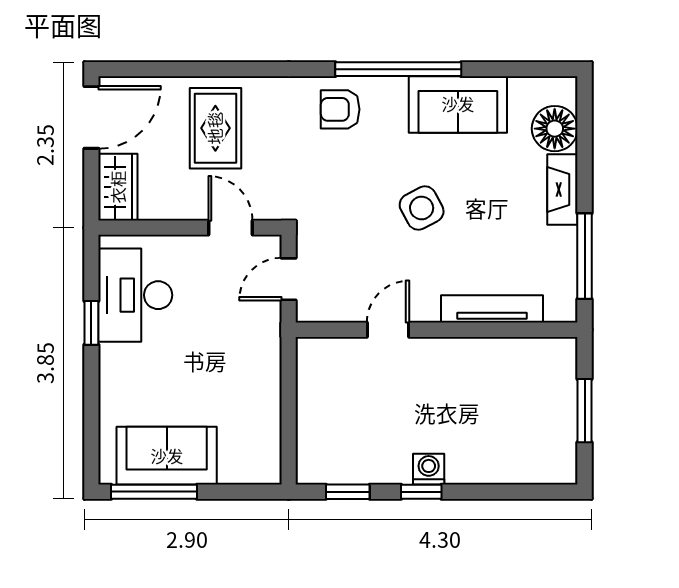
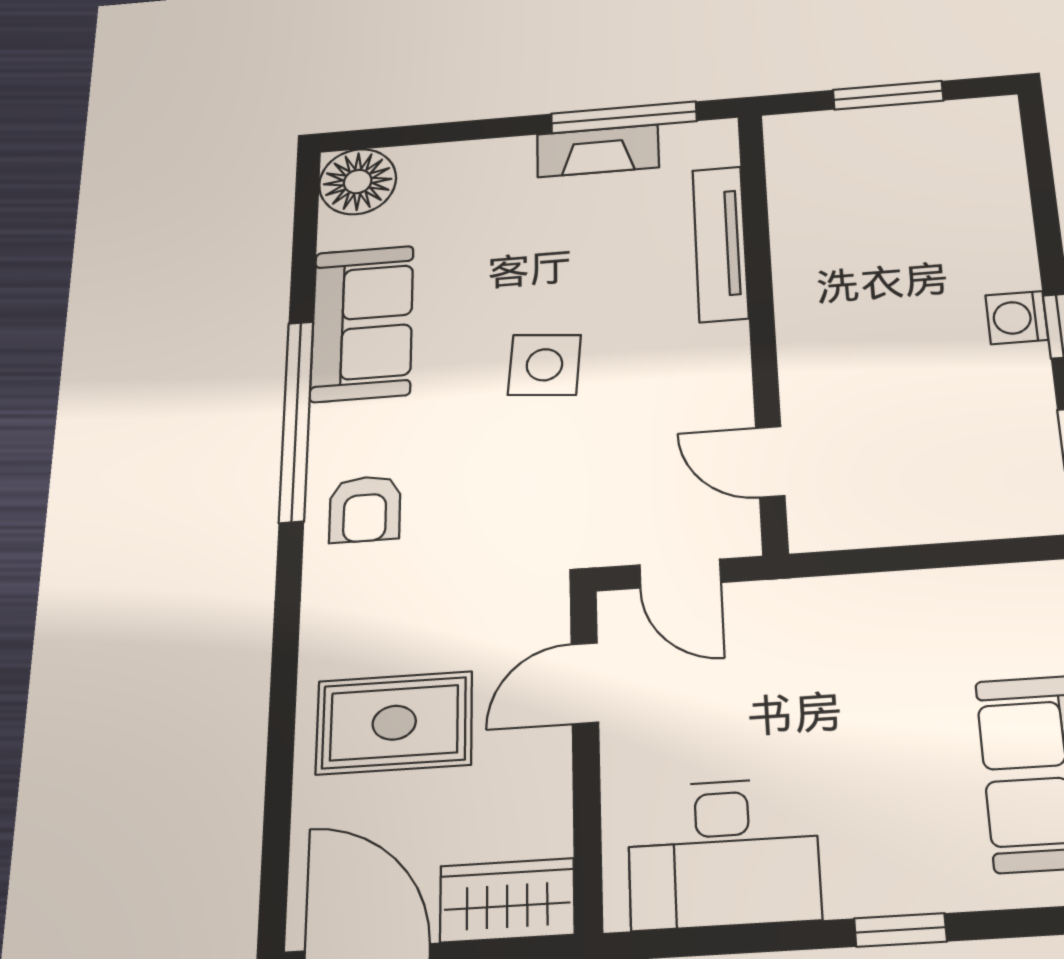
floor lamp: (555, 129) -> (358, 182), moved
fireplace: (562, 190) -> (598, 151), moved
side table: (422, 208) -> (544, 365), turned 33
window: (91, 323) -> (900, 930), moved
door: (388, 330) -> (770, 462), moved

